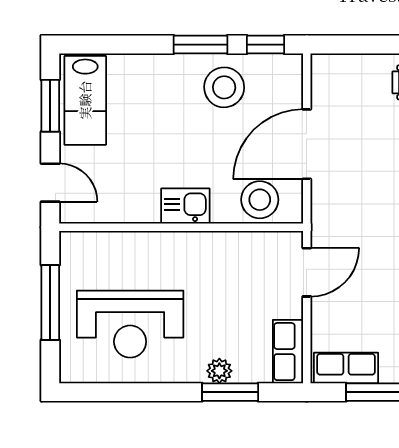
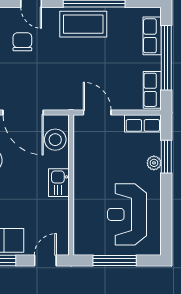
reception desk: (130, 324) -> (127, 214), turned 180

